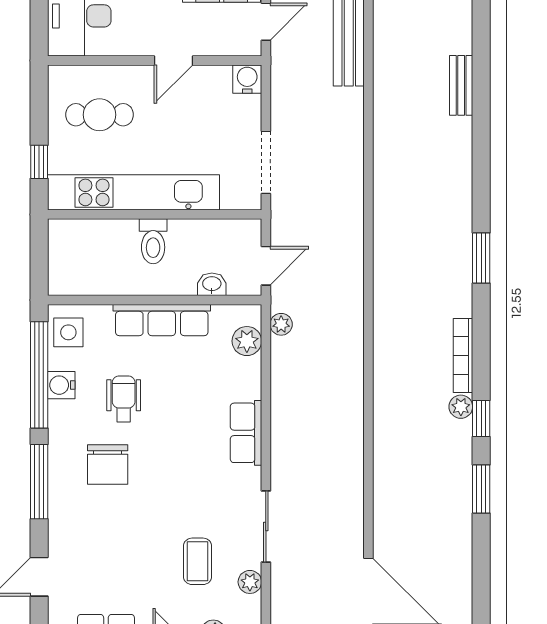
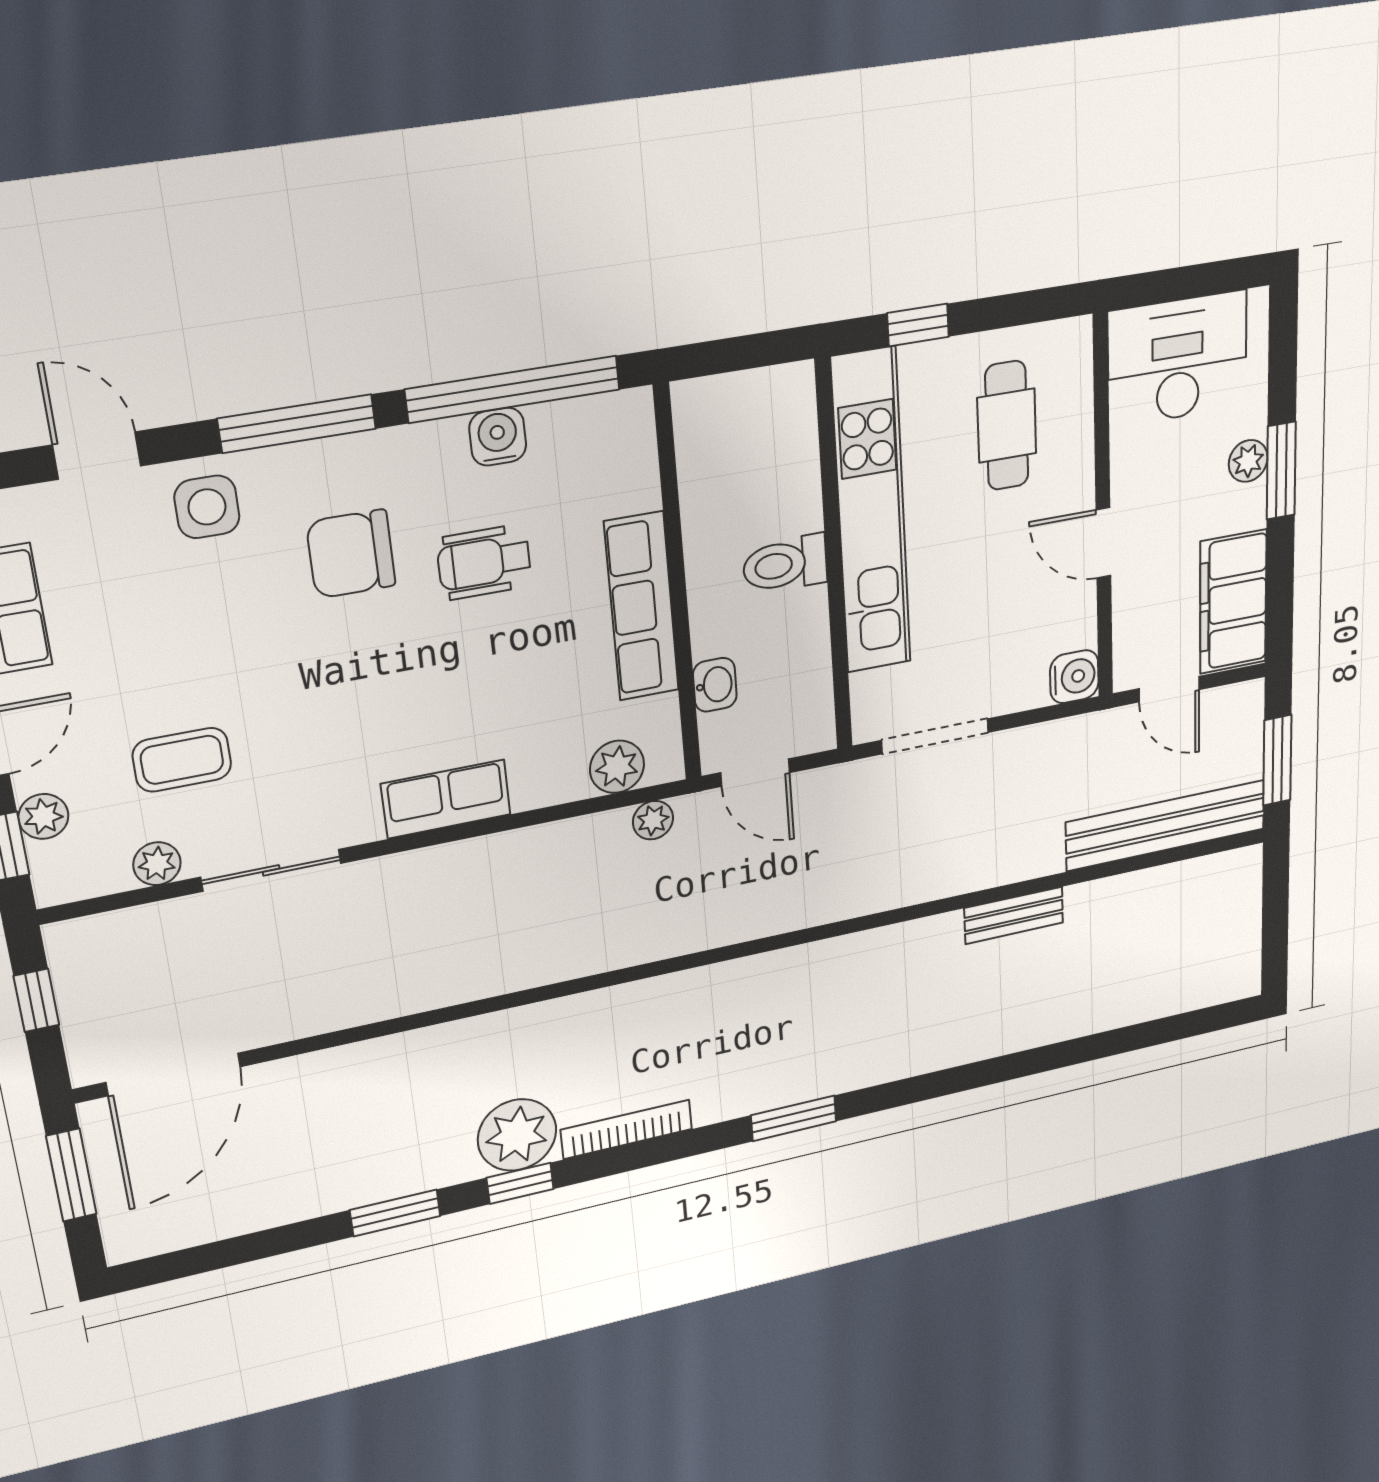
bench: (461, 85) -> (1014, 915), moved
side table: (68, 332) -> (207, 507), moved
wheelchair: (124, 399) -> (484, 562), turned 180
plant: (461, 407) -> (517, 1135), width x1.88, depth x1.88

